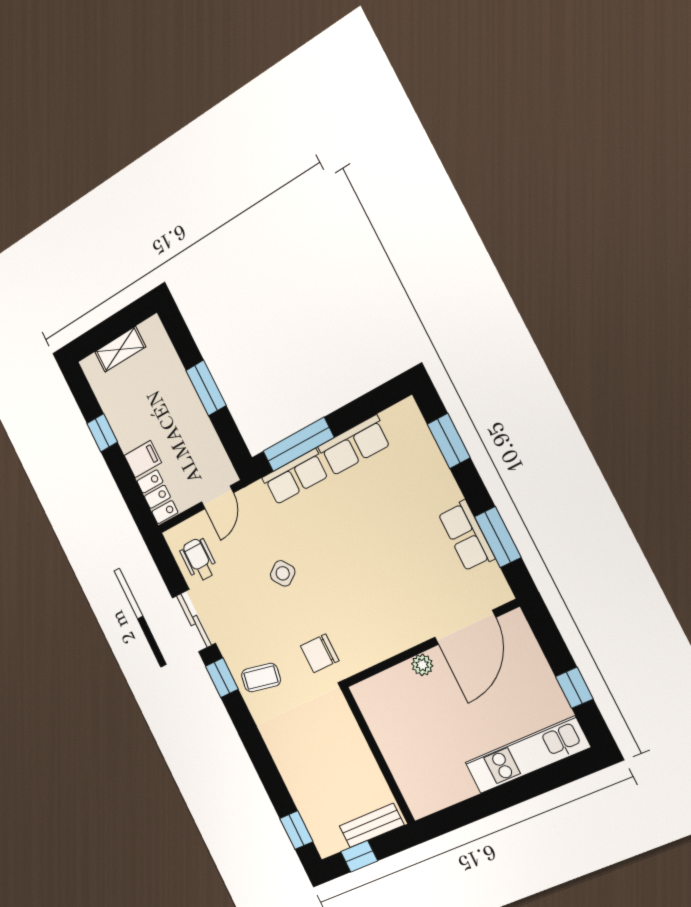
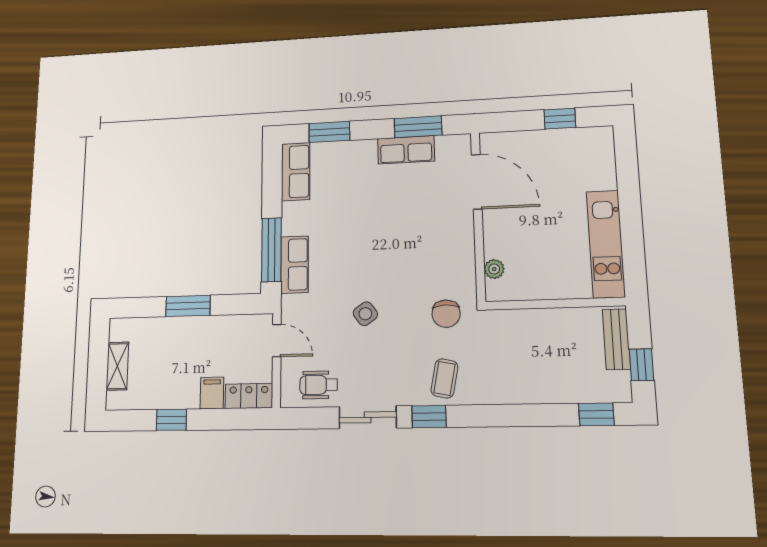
row of seats: (354, 445) -> (296, 172), moved
plant: (422, 665) -> (494, 269), moved
kitchen unit: (527, 755) -> (606, 244), moved

